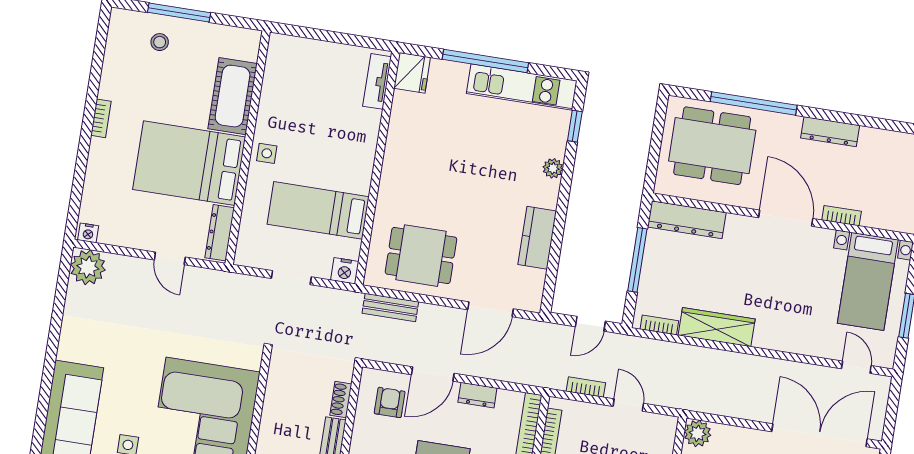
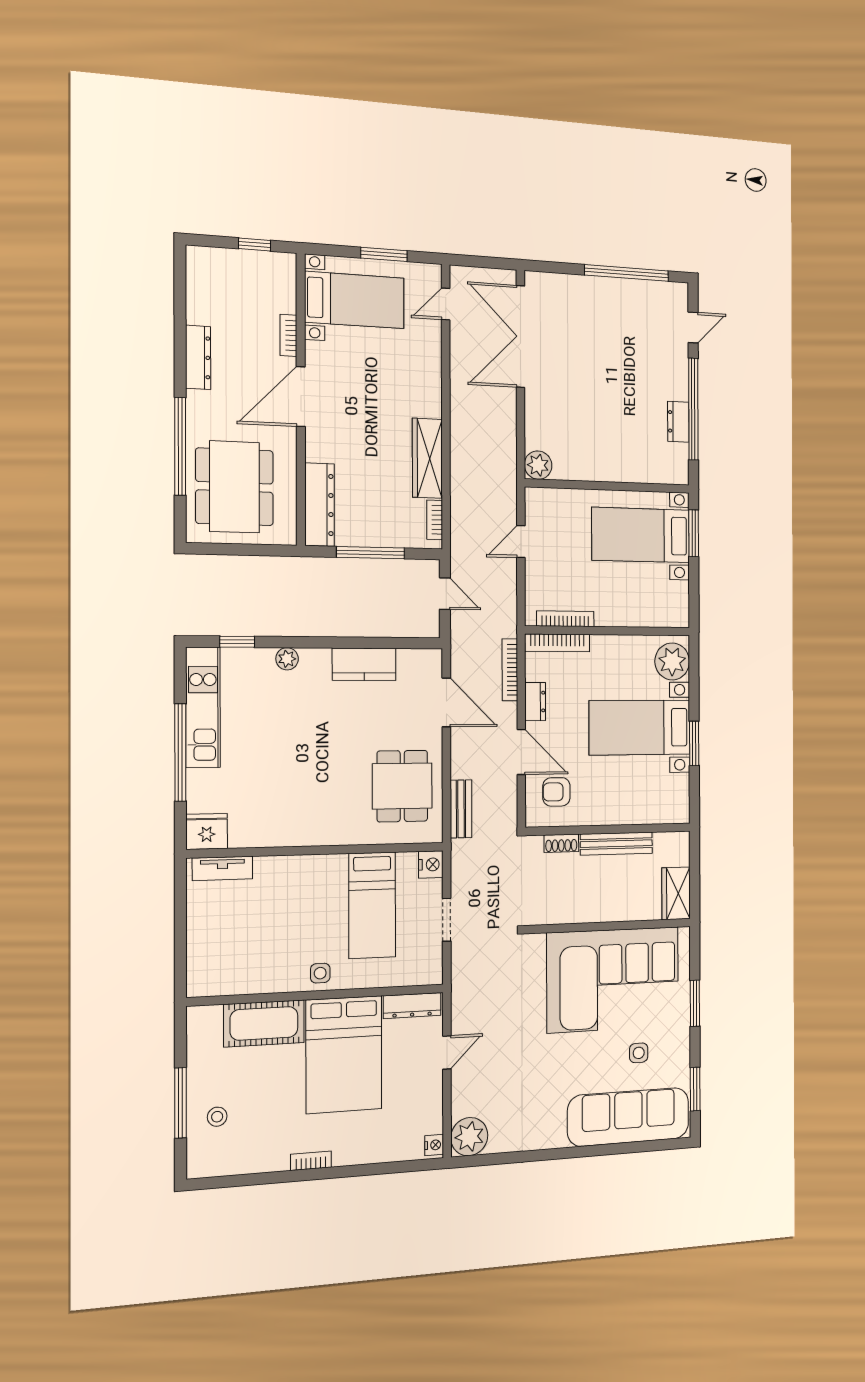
bookcase: (586, 387) -> (510, 670), moved, width x1.56

